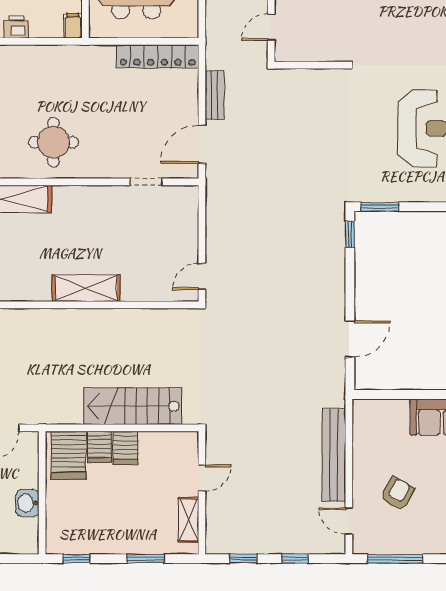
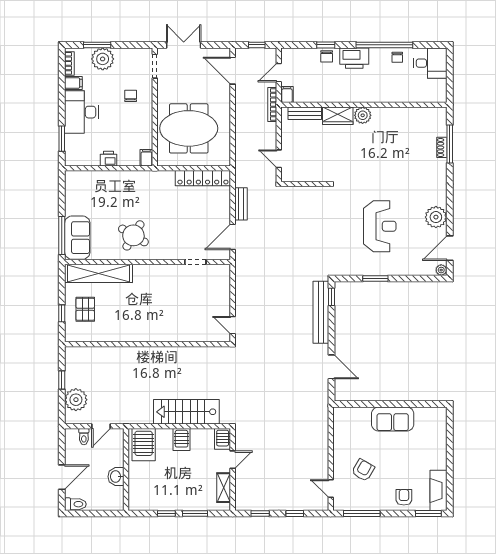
door: (271, 27) -> (279, 159), hinge flipped
round table: (53, 142) -> (133, 235), turned 31
window: (380, 207) -> (375, 279), moved
door: (202, 276) -> (233, 325), hinge flipped
shelving: (86, 288) -> (155, 333), removed
door: (350, 339) -> (331, 367), hinge flipped
server rack: (99, 447) -> (223, 439), moved
bench: (334, 455) -> (321, 312), moved
window: (76, 559) -> (166, 514), moved

